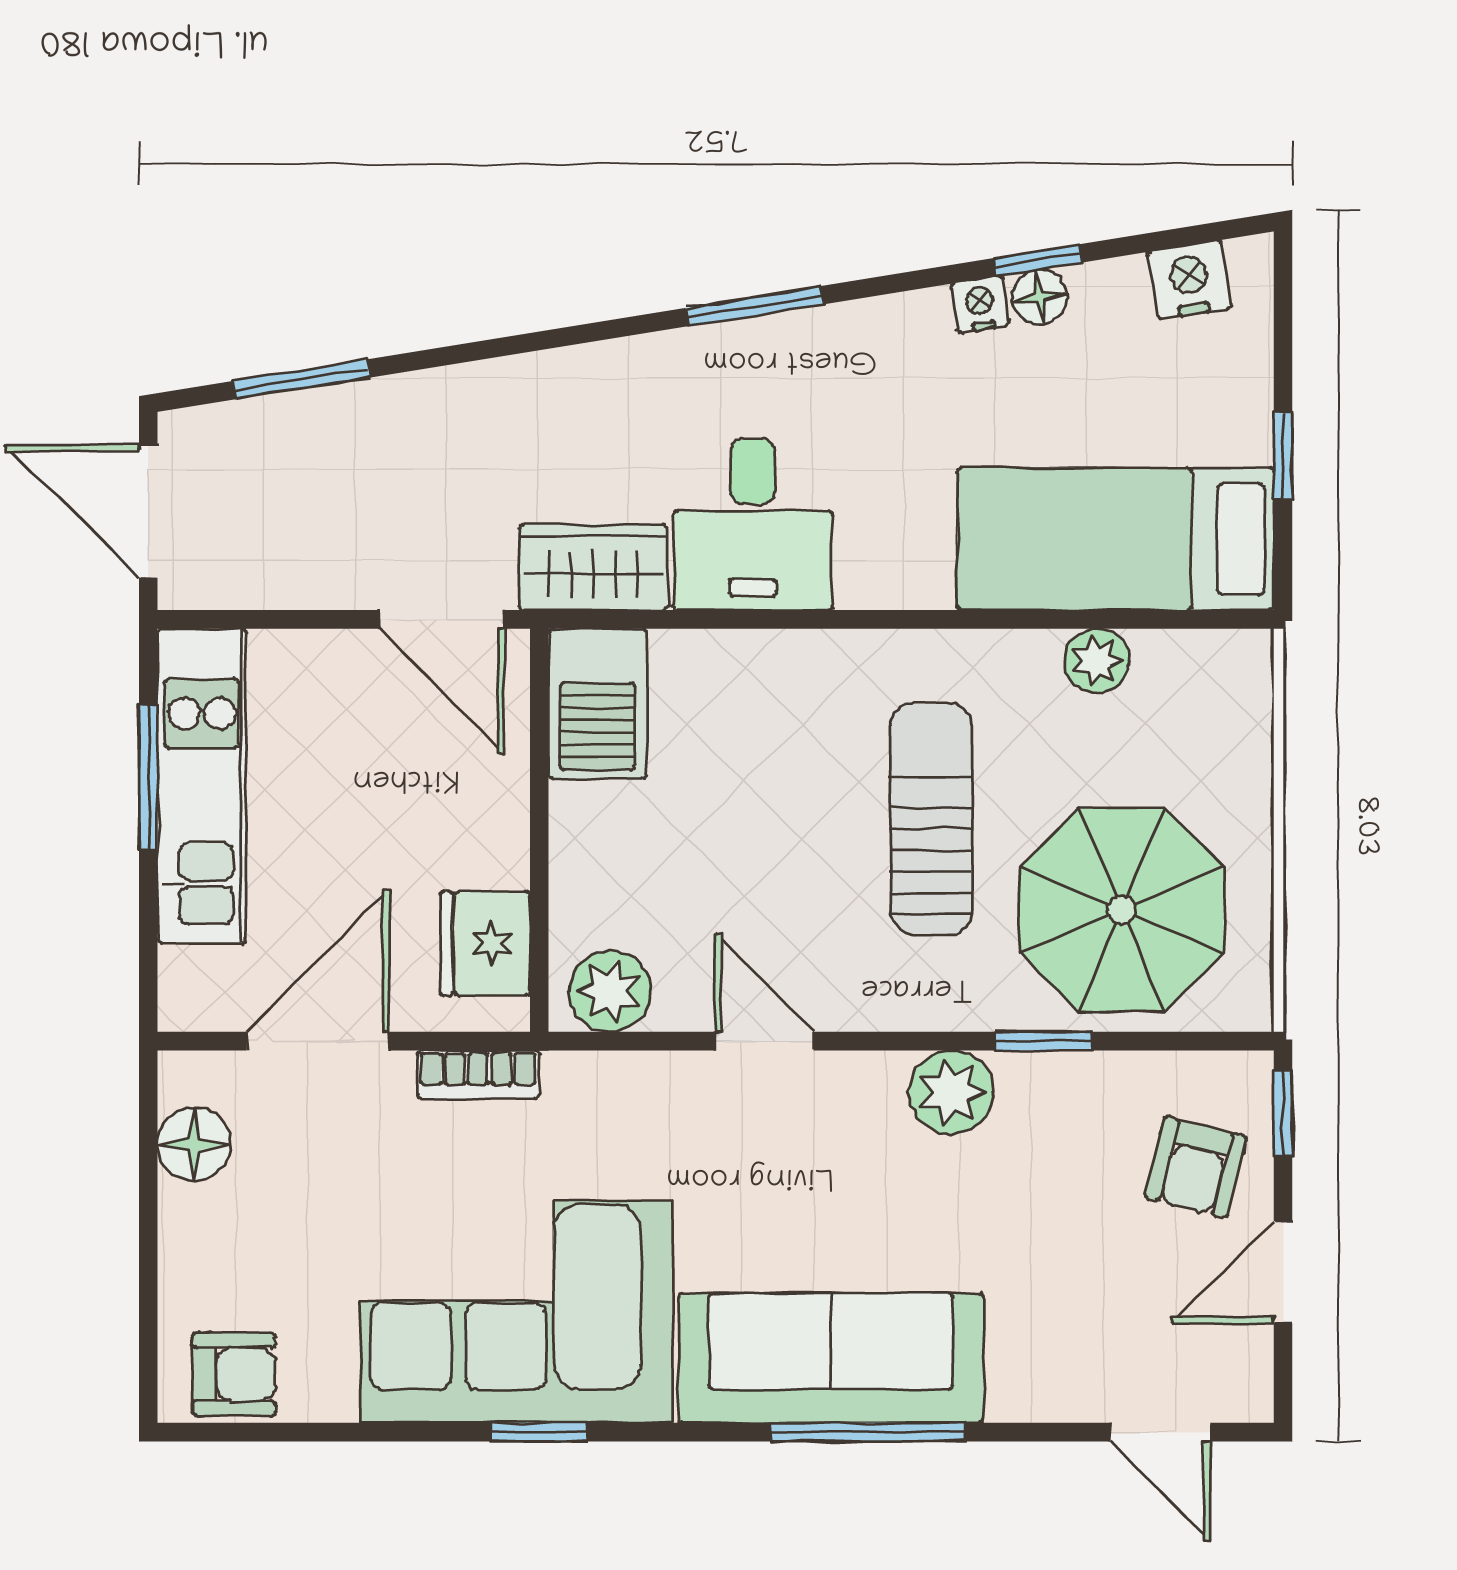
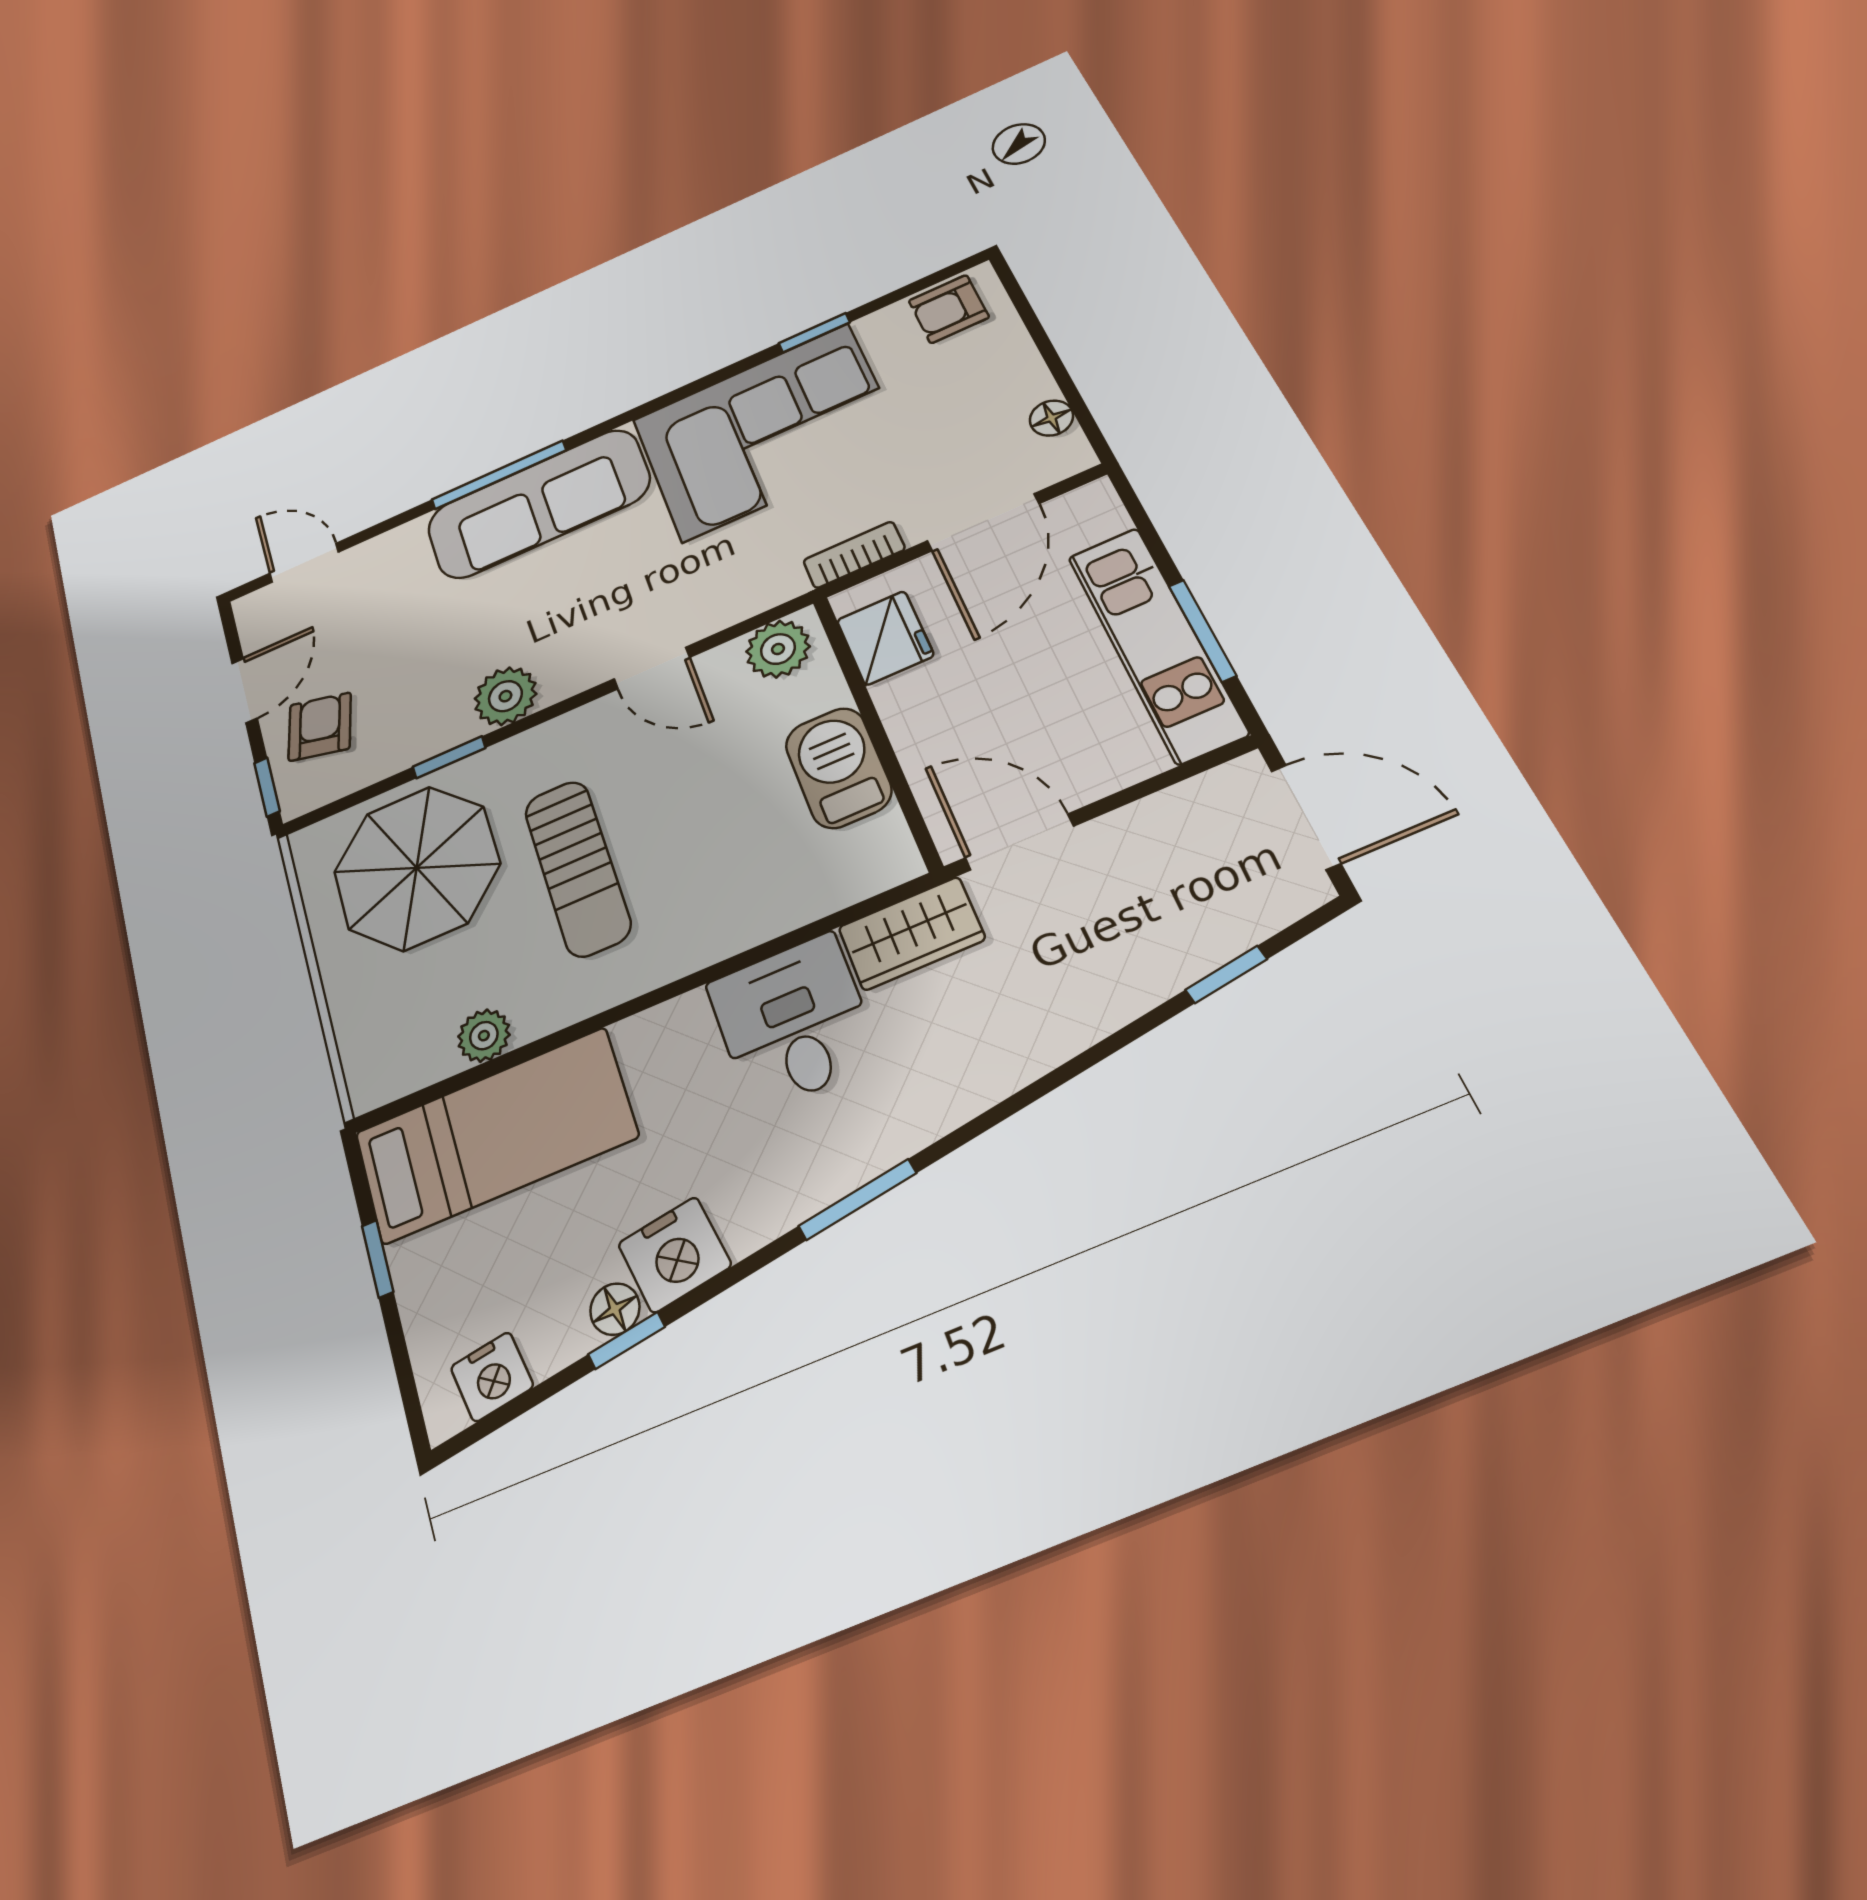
nightstand: (980, 304) -> (675, 1255), width x1.89, depth x1.79
window: (302, 379) -> (1226, 974), width x0.67
barbecue: (598, 704) -> (838, 768), moved
floor lamp: (194, 1144) -> (1051, 418), width x0.73, depth x0.73
window: (539, 1432) -> (814, 333), moved

